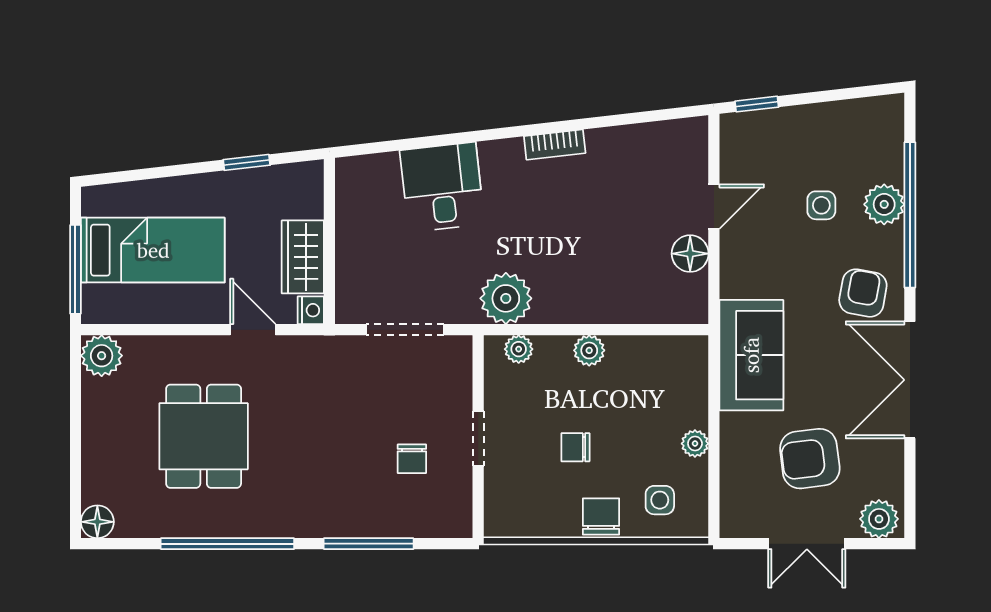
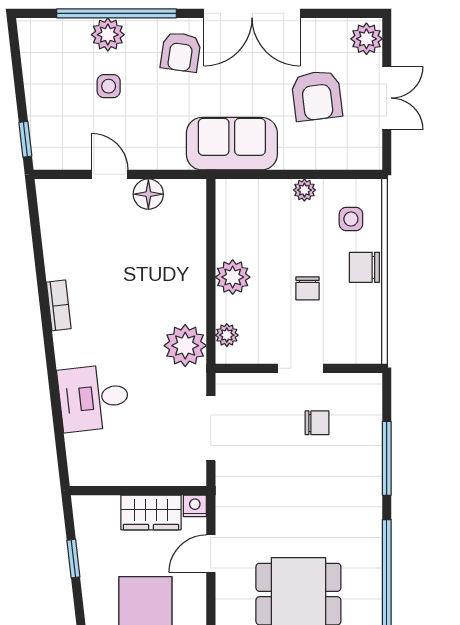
armchair: (863, 293) -> (181, 52), turned -92
plant: (589, 350) -> (233, 277), width x1.38, depth x1.38

